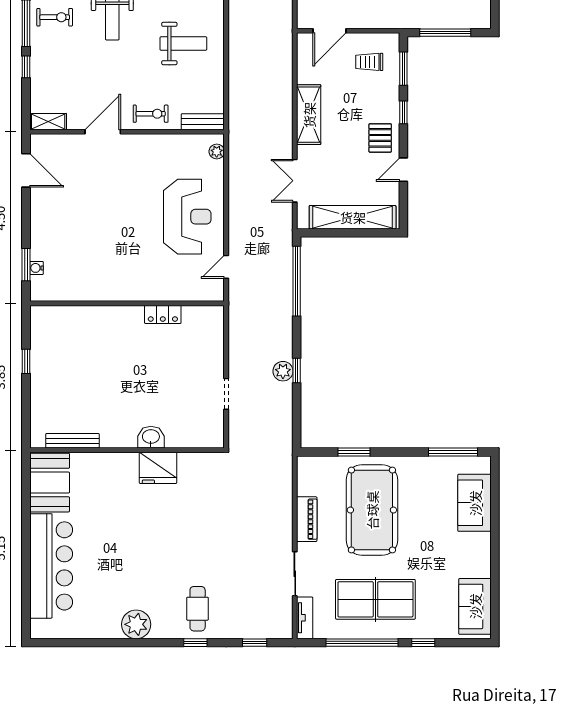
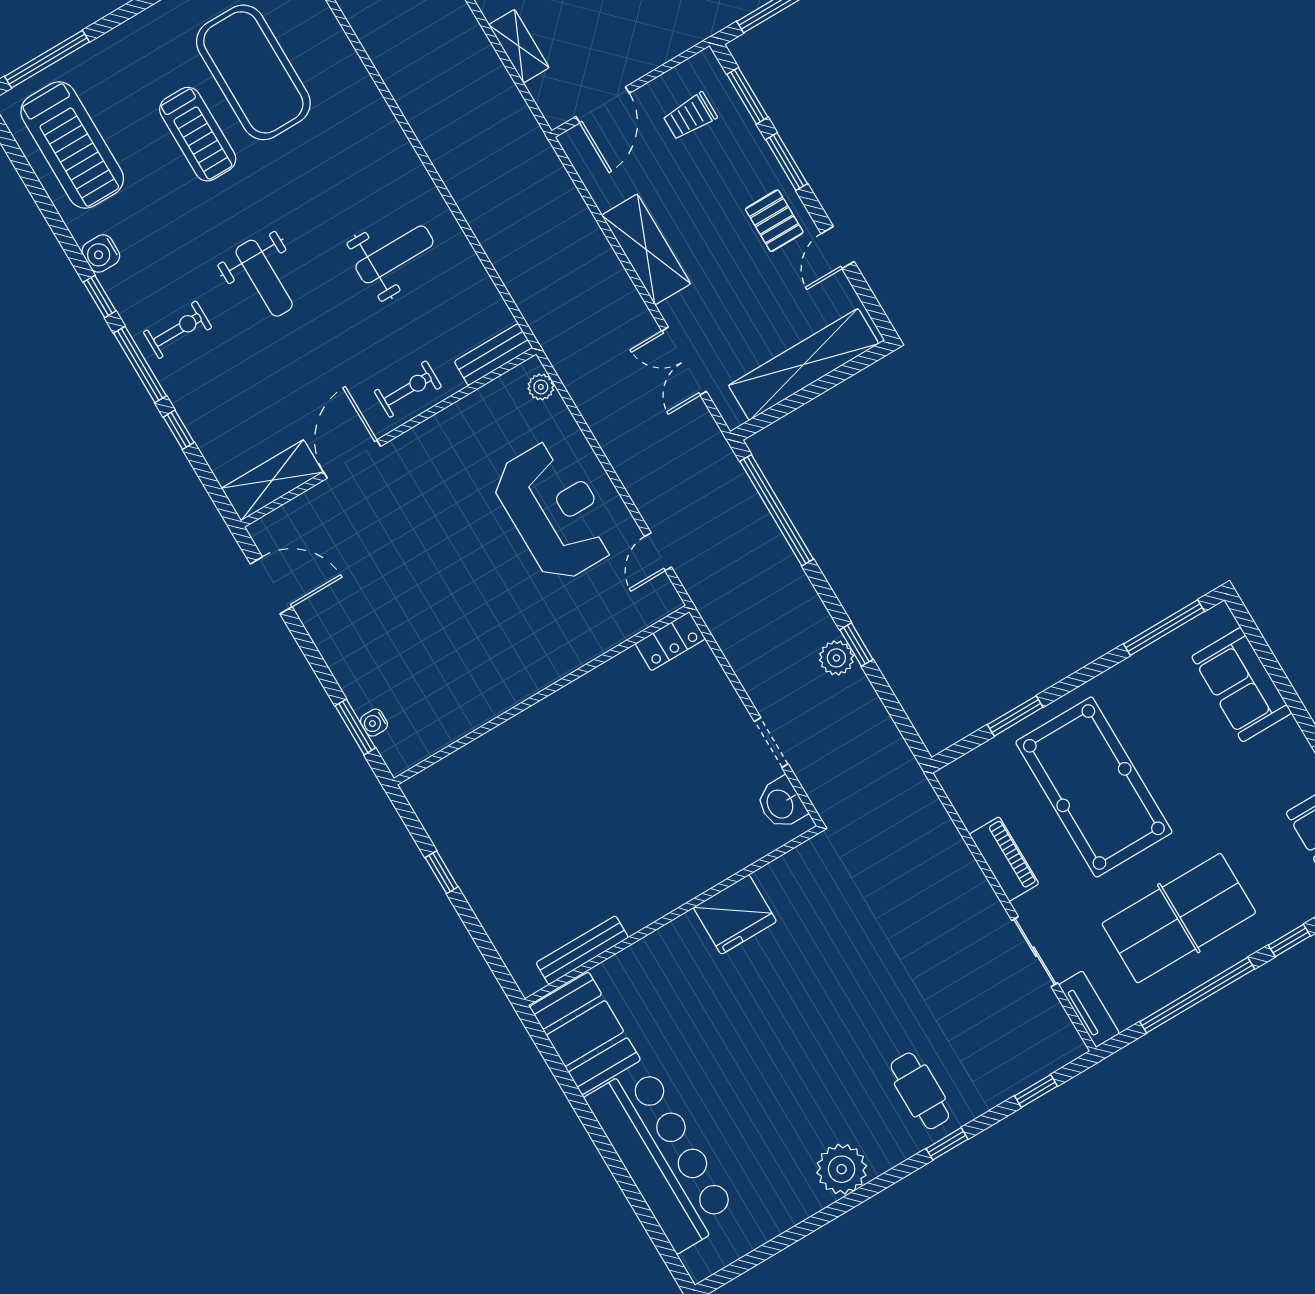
window: (403, 112) -> (787, 162), width x1.50
shelving: (48, 122) -> (272, 480), width x1.50, depth x1.33
locker: (163, 314) -> (670, 641), moved
washbasin: (151, 437) -> (781, 803), moved, turned -90

